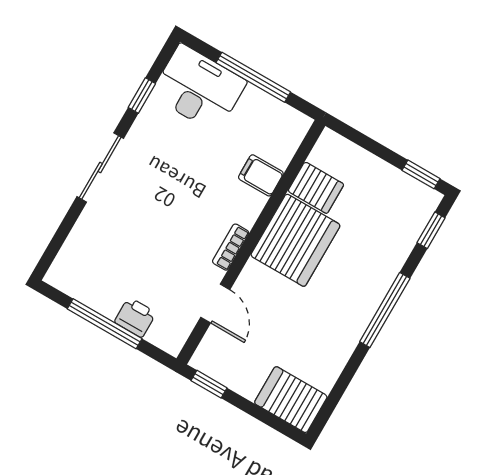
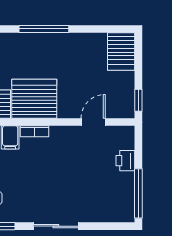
bookcase: (231, 247) -> (34, 131), moved
window: (105, 324) -> (138, 193), moved

